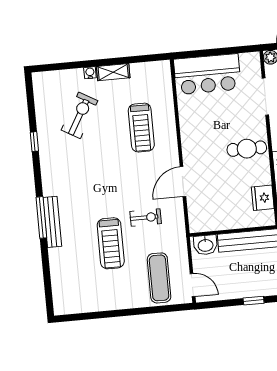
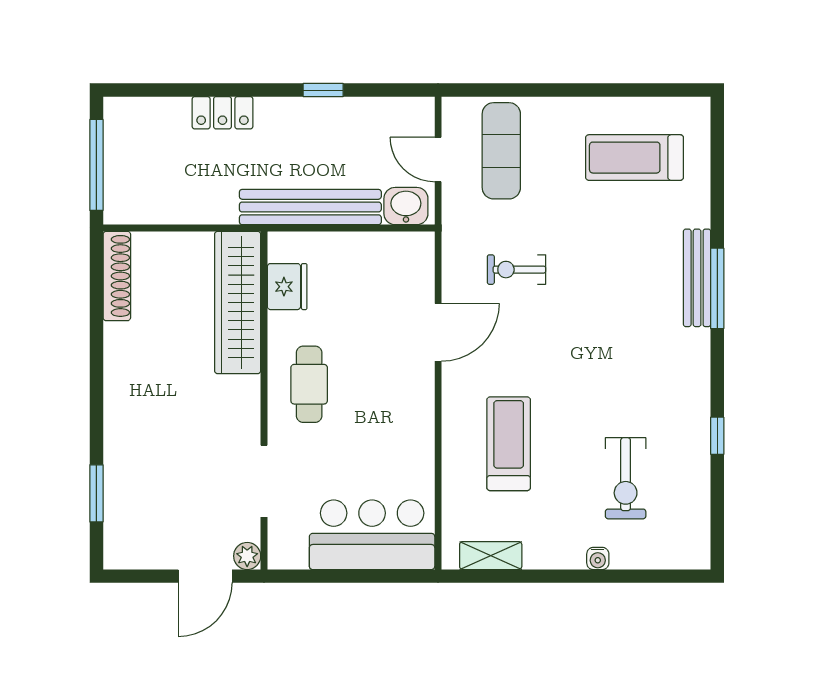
shelving: (113, 72) -> (491, 556), moved
exercise bike: (79, 115) -> (626, 478), turned -30
cafe table: (247, 149) -> (309, 384), turned 90
treadmill: (111, 243) -> (635, 158), moved, turned -90
door: (193, 285) -> (438, 159), moved

